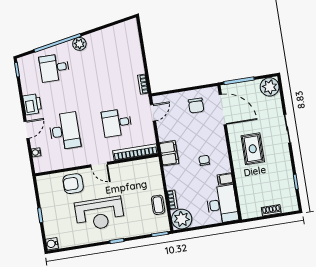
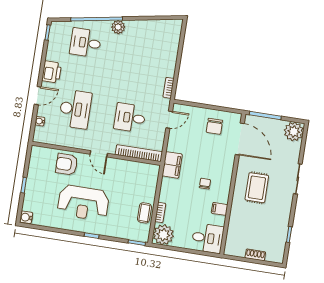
desk: (222, 204) -> (208, 238), width x0.73

